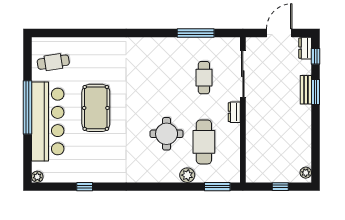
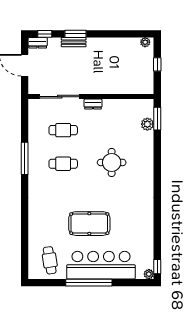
window: (196, 33) -> (25, 158), moved
cafe table: (204, 142) -> (63, 164), moved, width x0.73, depth x0.74
plant: (187, 175) -> (147, 124), moved
window: (85, 187) -> (157, 267), moved

